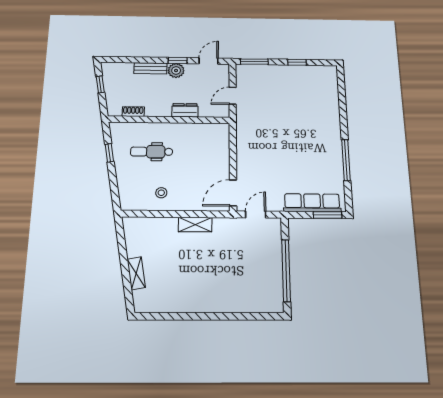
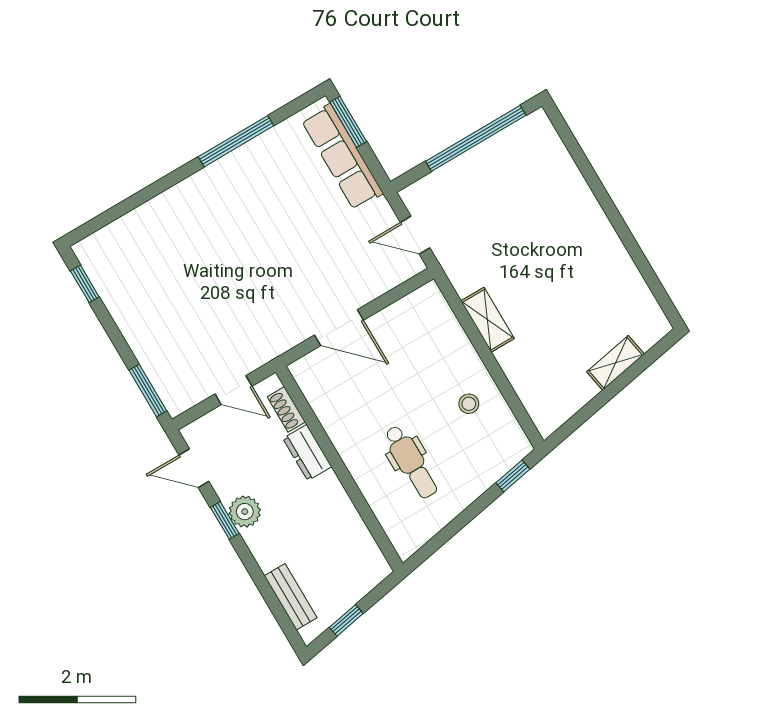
window: (297, 62) -> (85, 284), moved
bench: (150, 68) -> (291, 597), moved
shoe rack: (133, 112) -> (286, 409), moved
window: (109, 153) -> (513, 476), moved
door: (233, 193) -> (339, 328), moved

